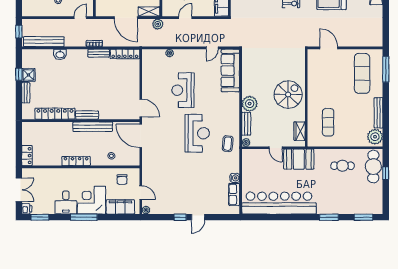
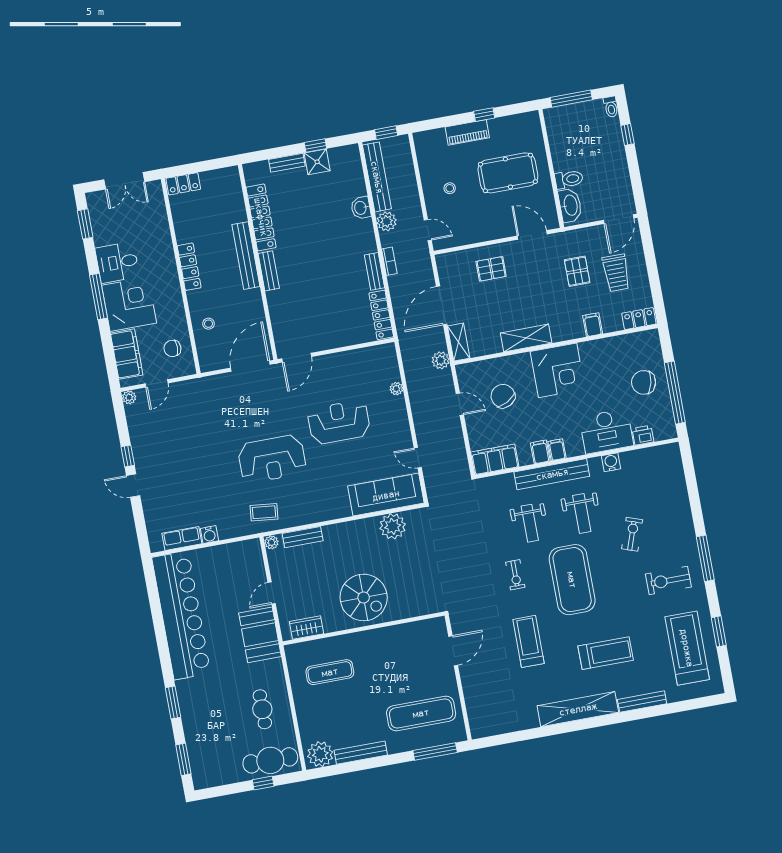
plant: (71, 41) -> (387, 221), added
plant: (250, 104) -> (393, 526), moved
bench: (93, 127) -> (246, 256), moved
printer: (27, 209) -> (95, 200), removed

